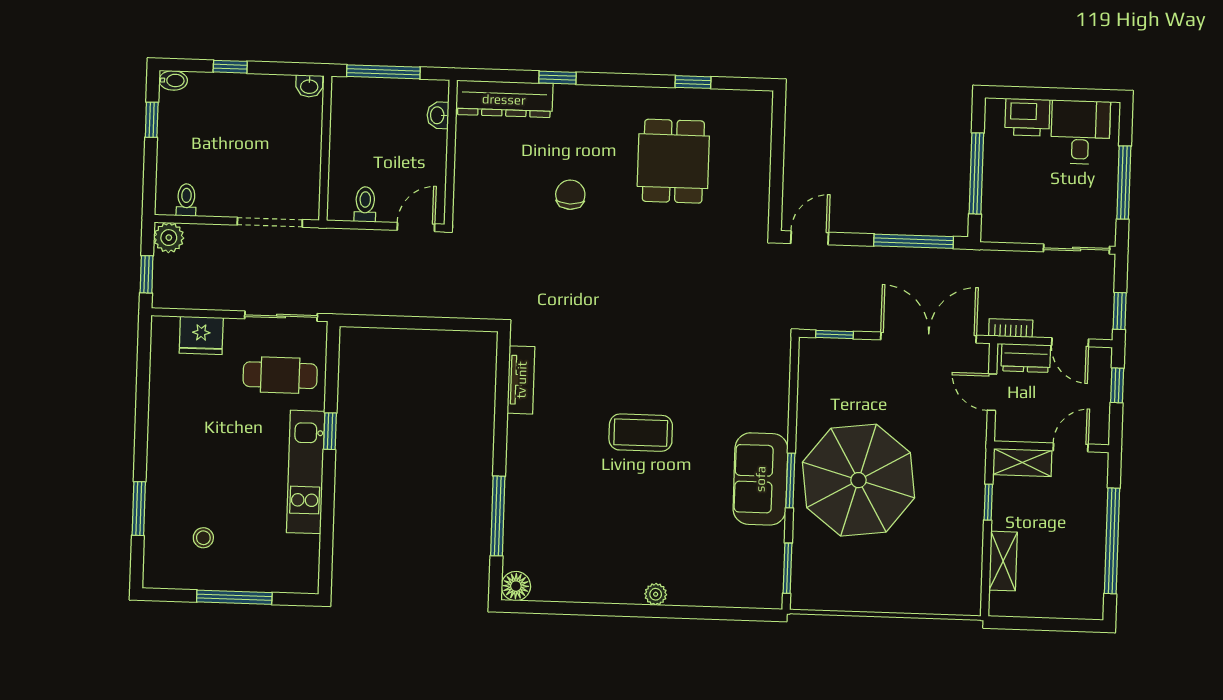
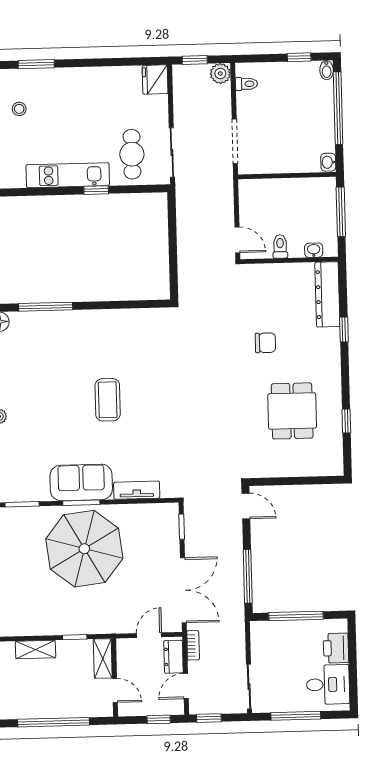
window: (230, 67) -> (338, 108), width x3.17
dining table: (673, 161) -> (292, 411), turned 90
toilet: (365, 204) -> (280, 246), moved, turned -90
fridge: (201, 335) -> (155, 79), moved
tv unit: (521, 380) -> (137, 490), moved, turned 180

